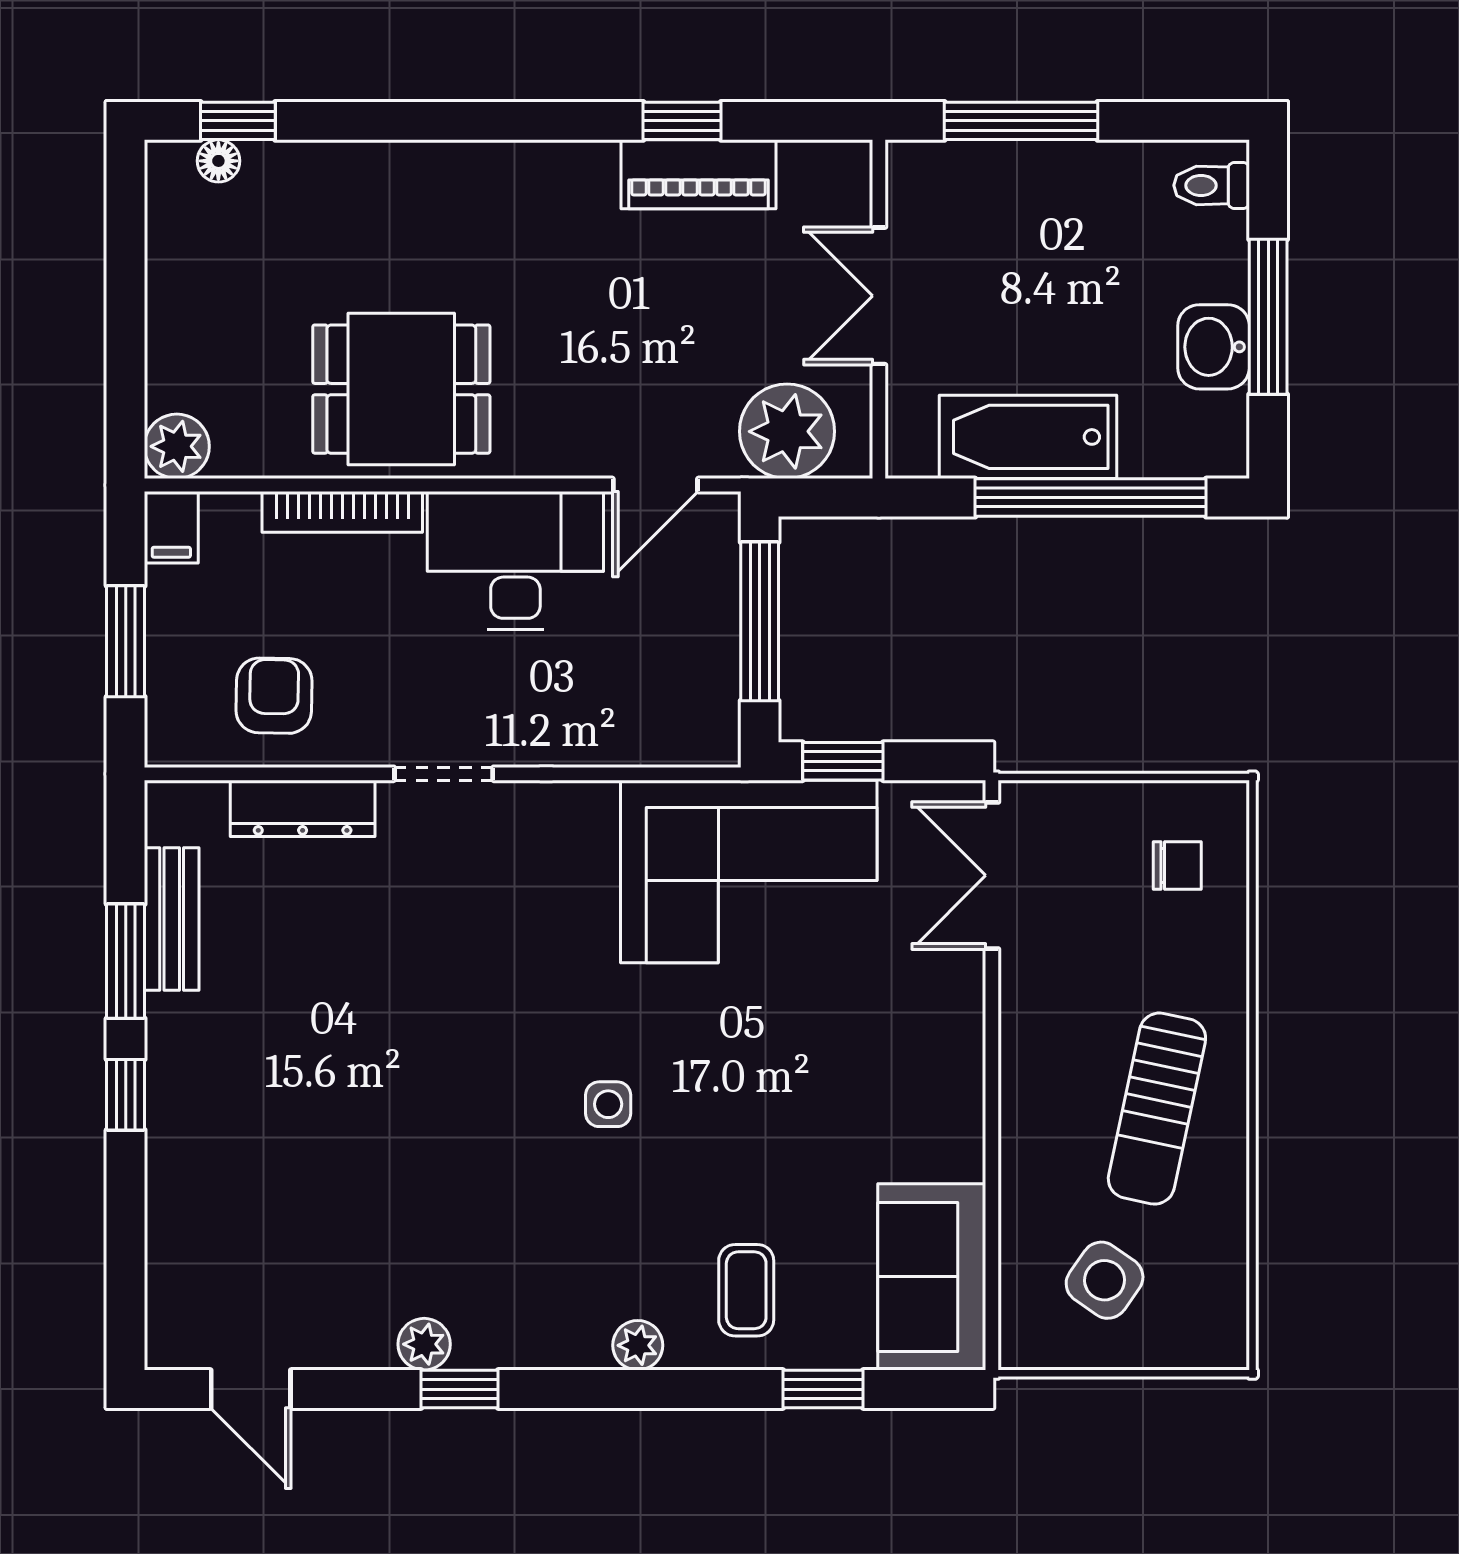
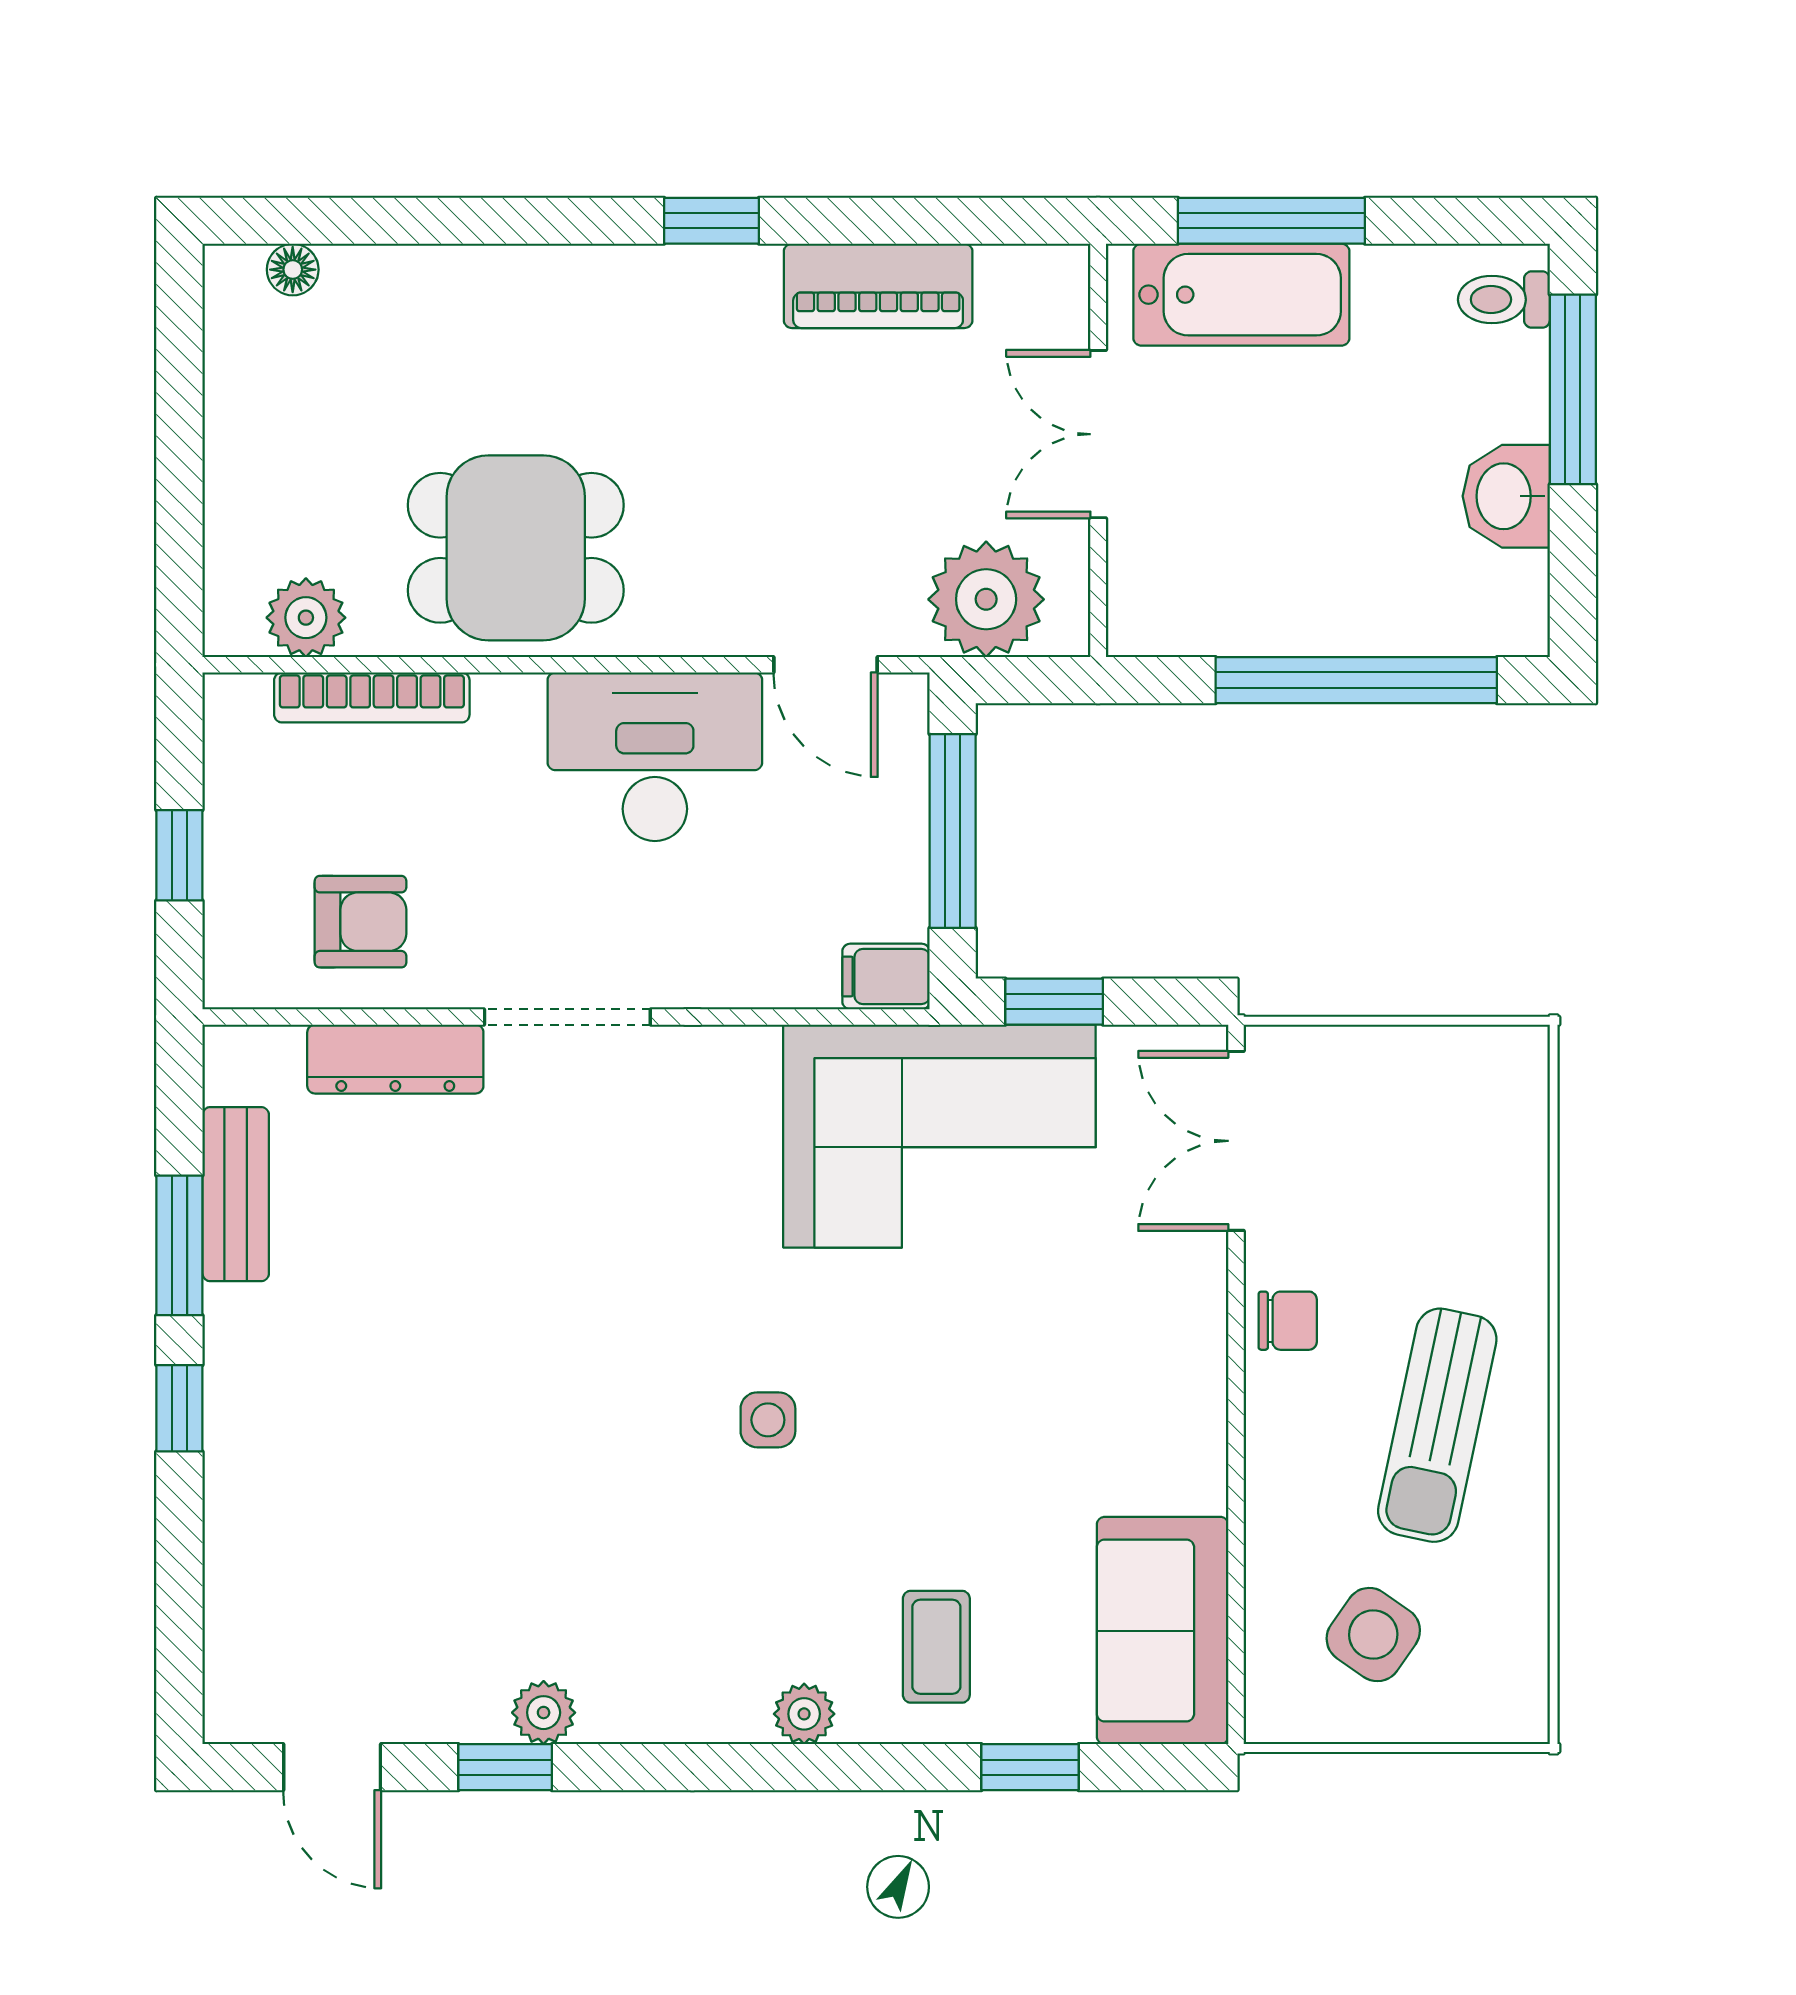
window: (238, 121) -> (316, 221), removed
window: (682, 121) -> (712, 221), moved
window: (1268, 317) -> (1573, 389), moved
bathtub: (1028, 437) -> (1241, 295), moved, turned 180
plant: (177, 446) -> (306, 618), moved
door: (655, 485) -> (825, 665), hinge flipped
bookcase: (342, 512) -> (372, 697), moved
filing cabinet: (171, 527) -> (886, 976), moved, turned 90
window: (126, 641) -> (179, 855), width x0.67
armchair: (274, 696) -> (360, 922), turned 89
doorway: (444, 774) -> (567, 1017), width x1.38
chair: (1177, 866) -> (1288, 1321), moved
window: (460, 1389) -> (505, 1767), moved

